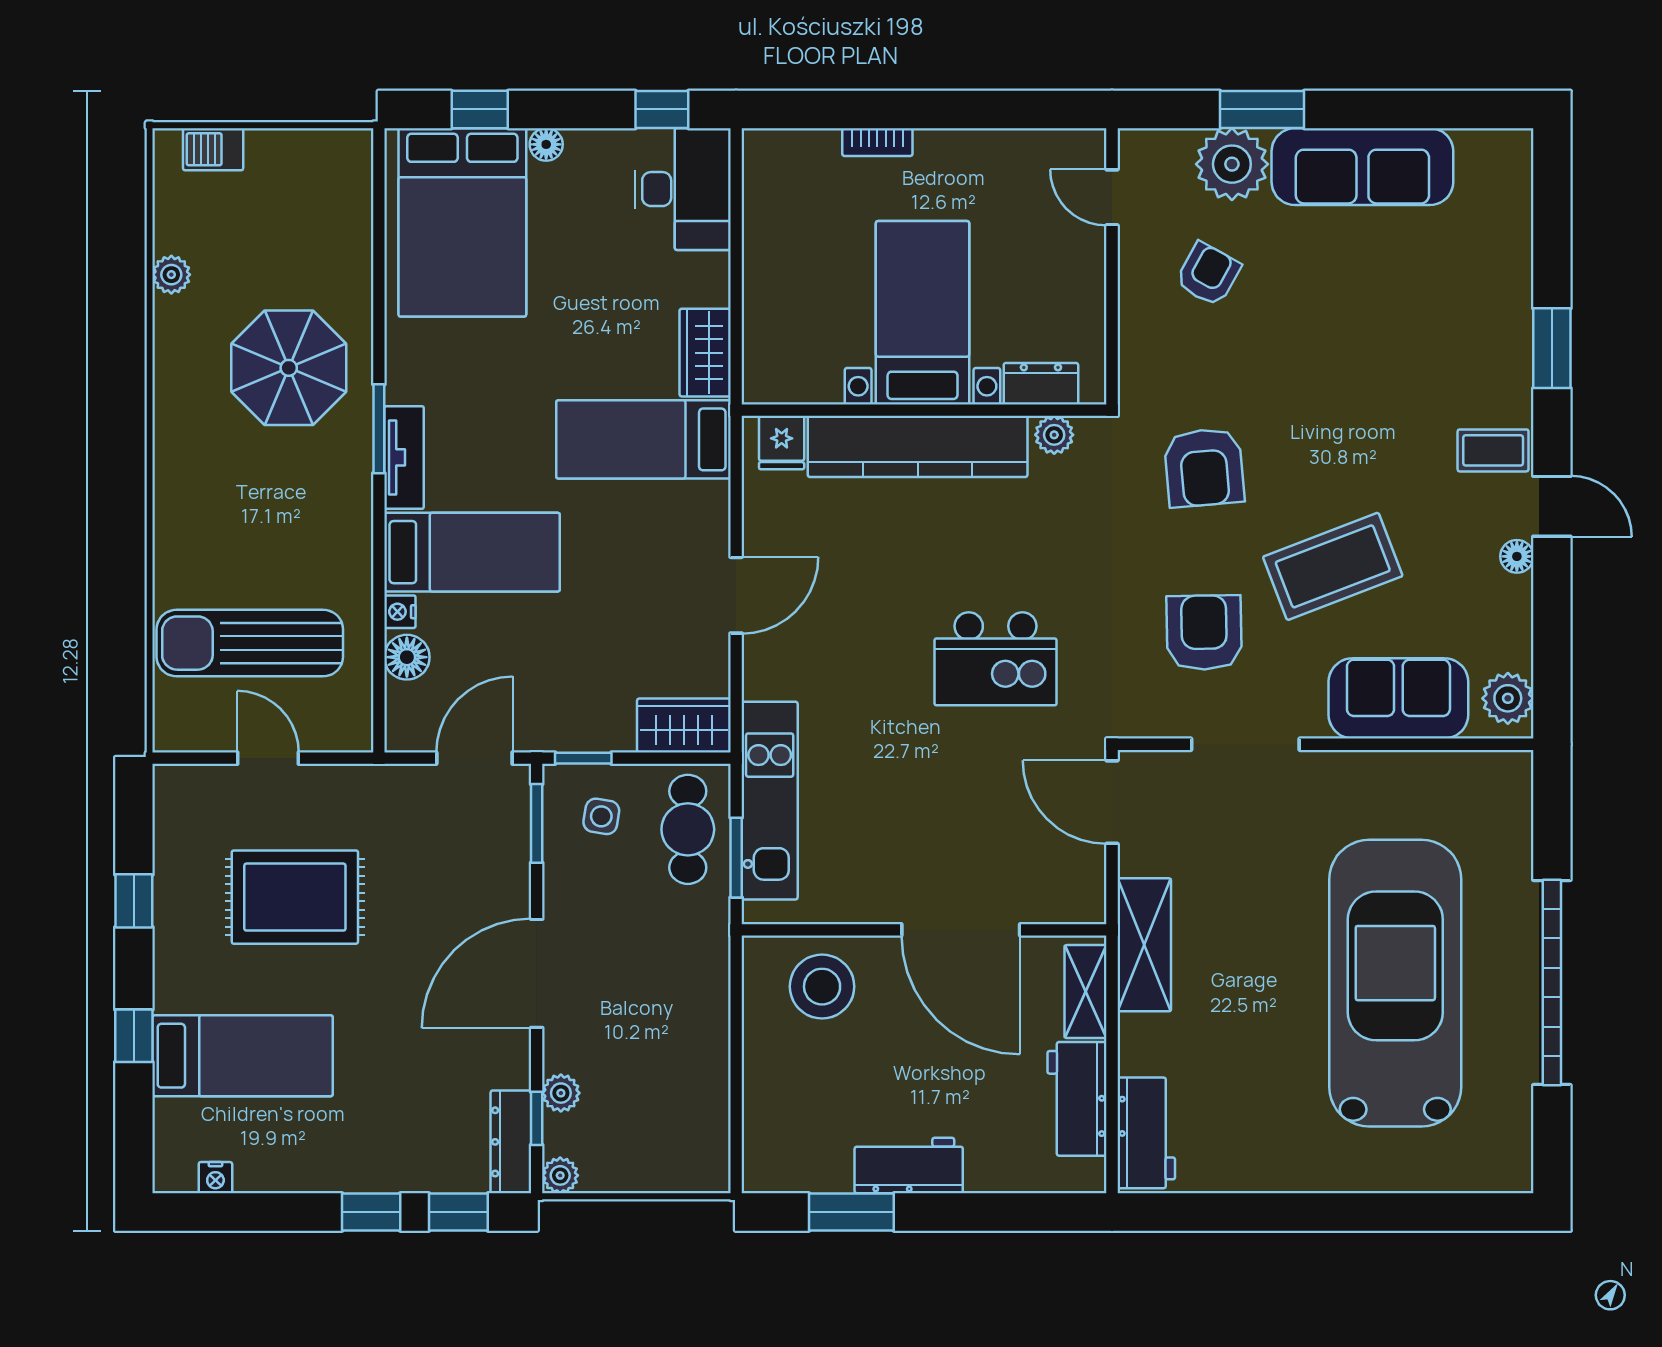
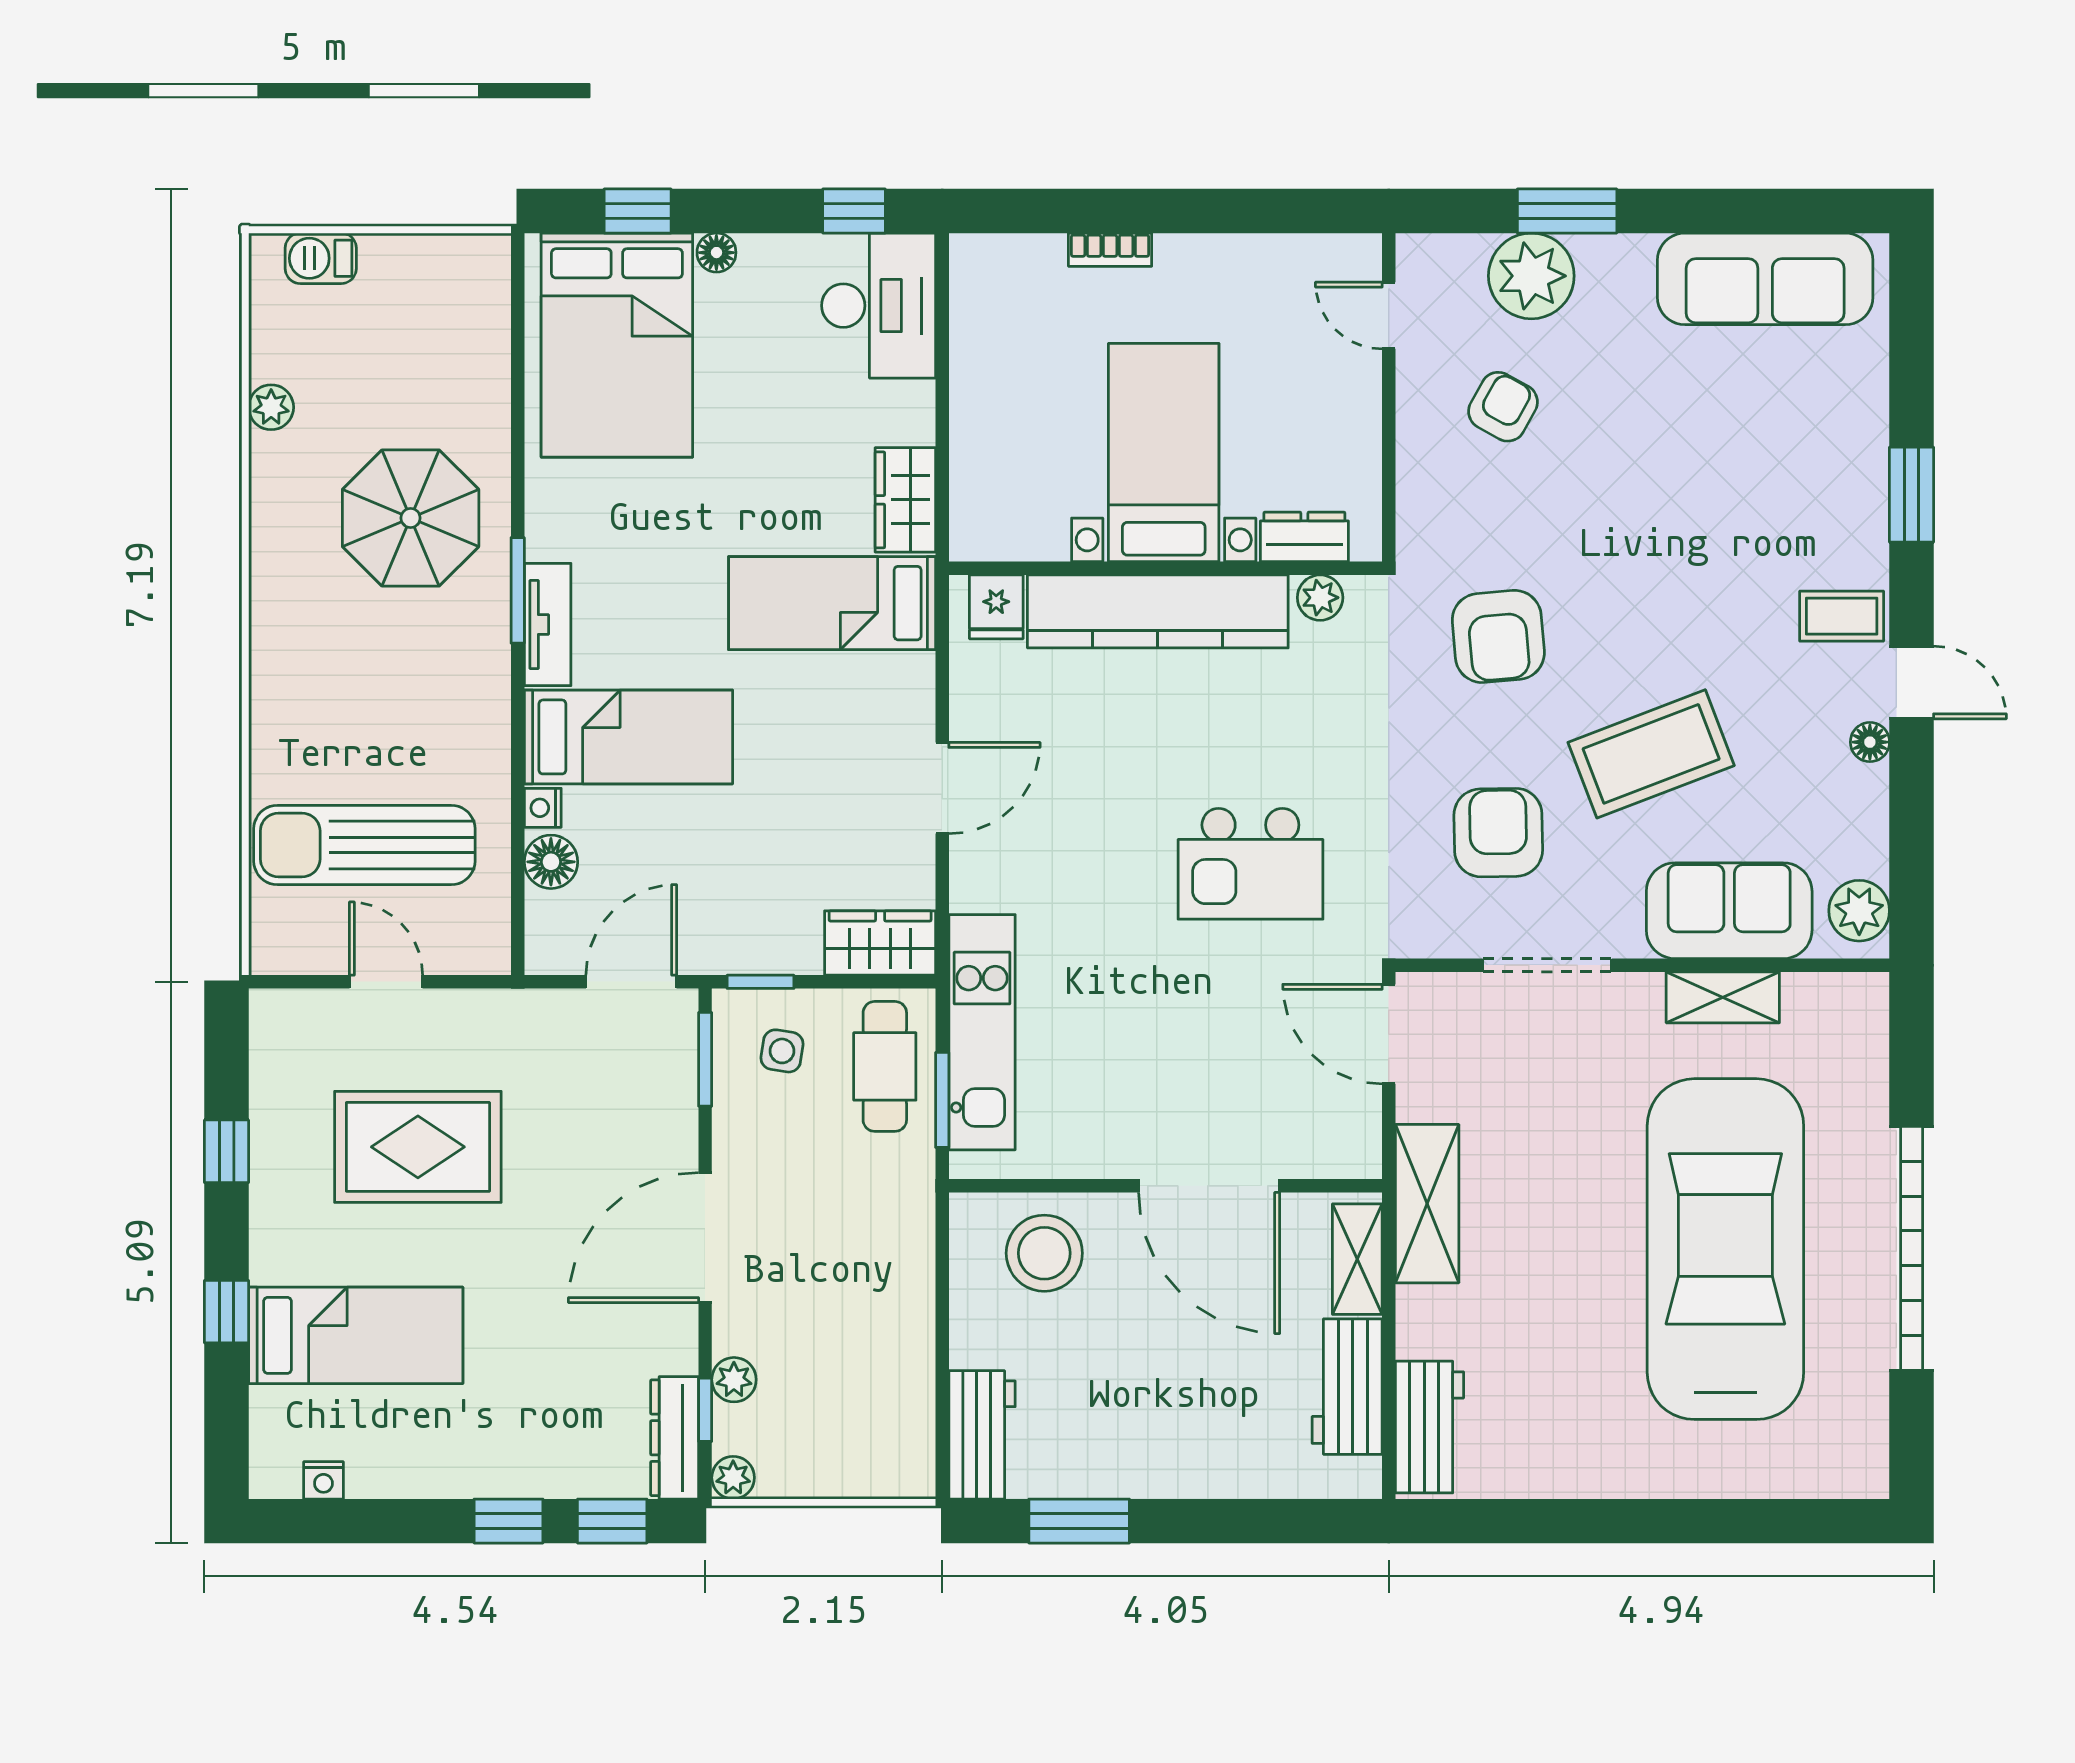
sofa: (1362, 167) -> (1765, 279), moved
shelving: (1393, 771) -> (1723, 997), added
workbench: (909, 1166) -> (982, 1435), moved, turned 90

